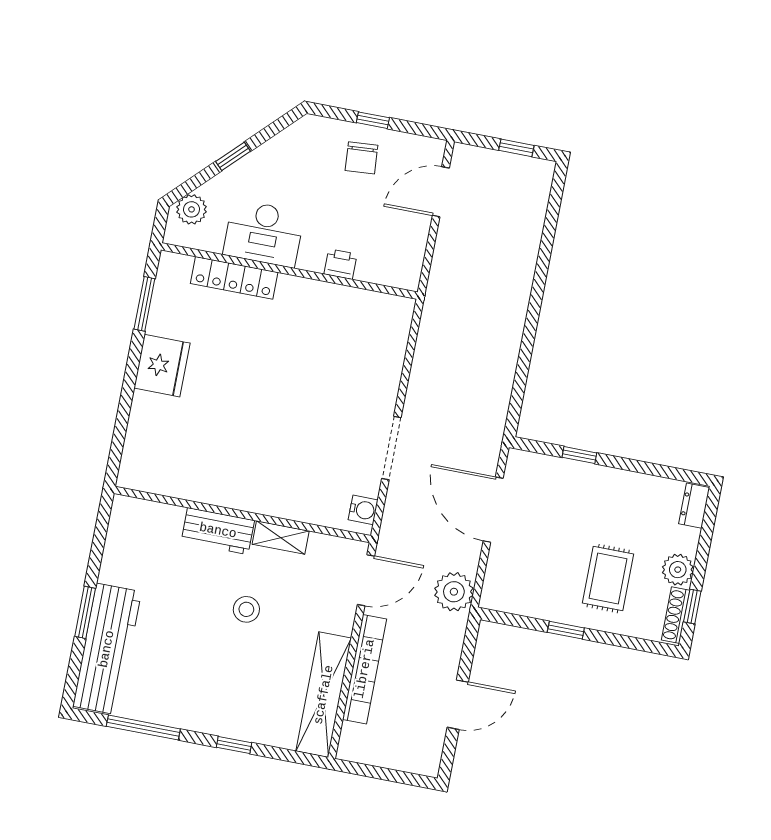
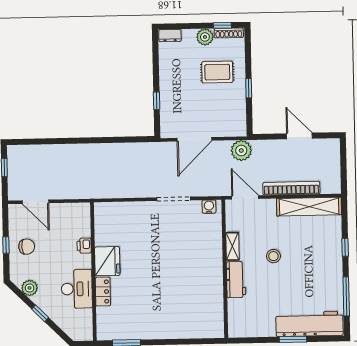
plant: (192, 209) -> (30, 288), moved
locker: (234, 278) -> (103, 292), width x0.66
fridge: (162, 366) -> (107, 261), moved, turned 90

